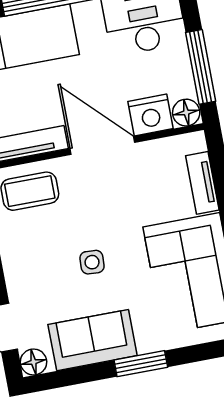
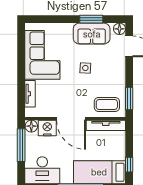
window: (141, 364) -> (91, 19), moved

